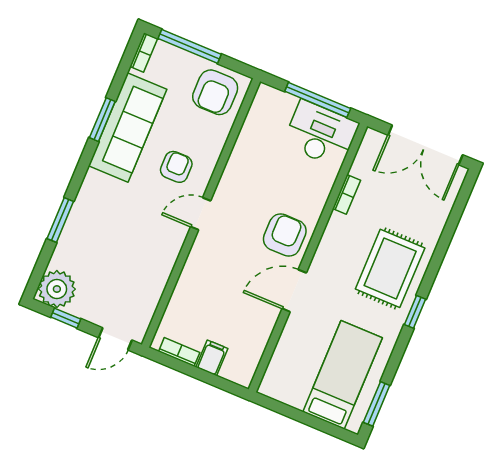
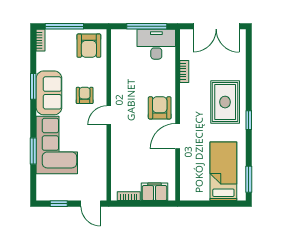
sofa: (128, 127) -> (49, 93), width x0.73
corner sofa: (101, 226) -> (57, 145), added
plant: (57, 289) -> (47, 190), removed
door: (115, 339) -> (91, 204), hinge flipped
filing cabinet: (212, 358) -> (155, 192), width x2.00

